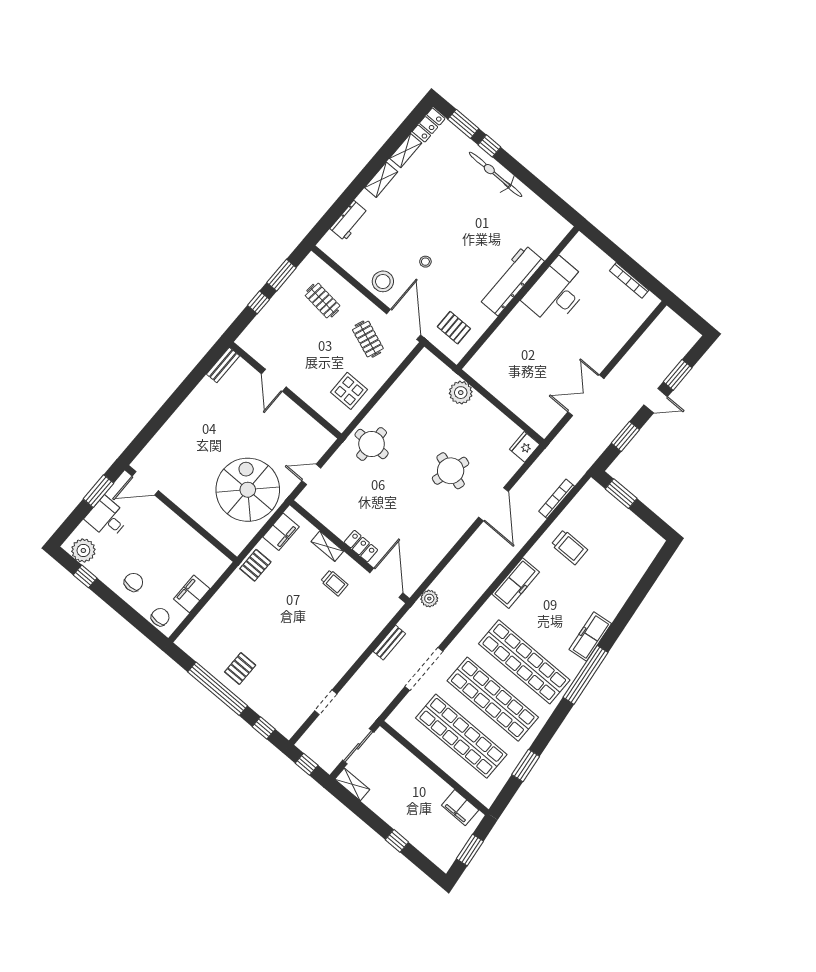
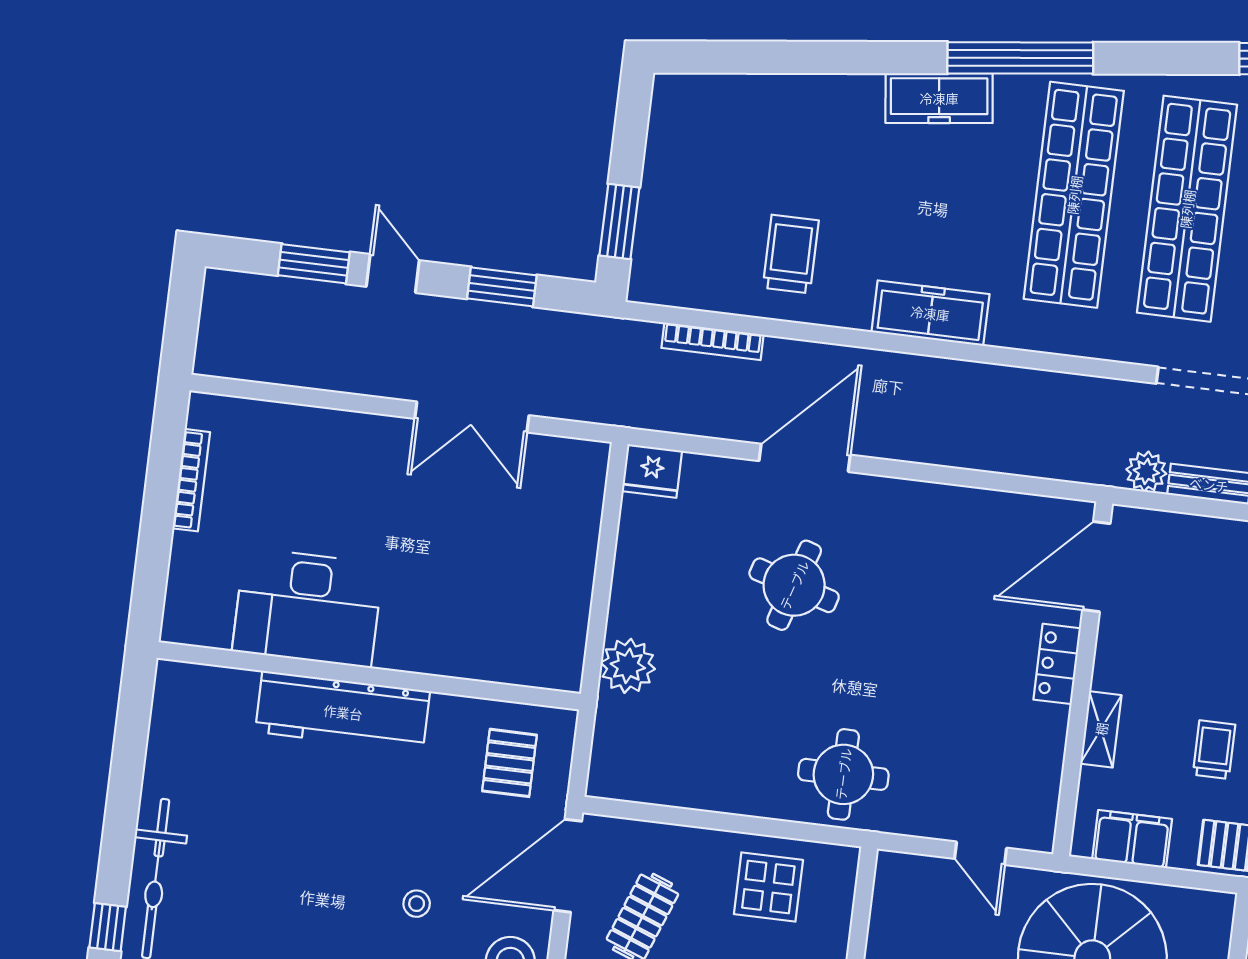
trolley: (334, 583) -> (1214, 750), moved
plant: (429, 599) -> (1146, 471), moved

